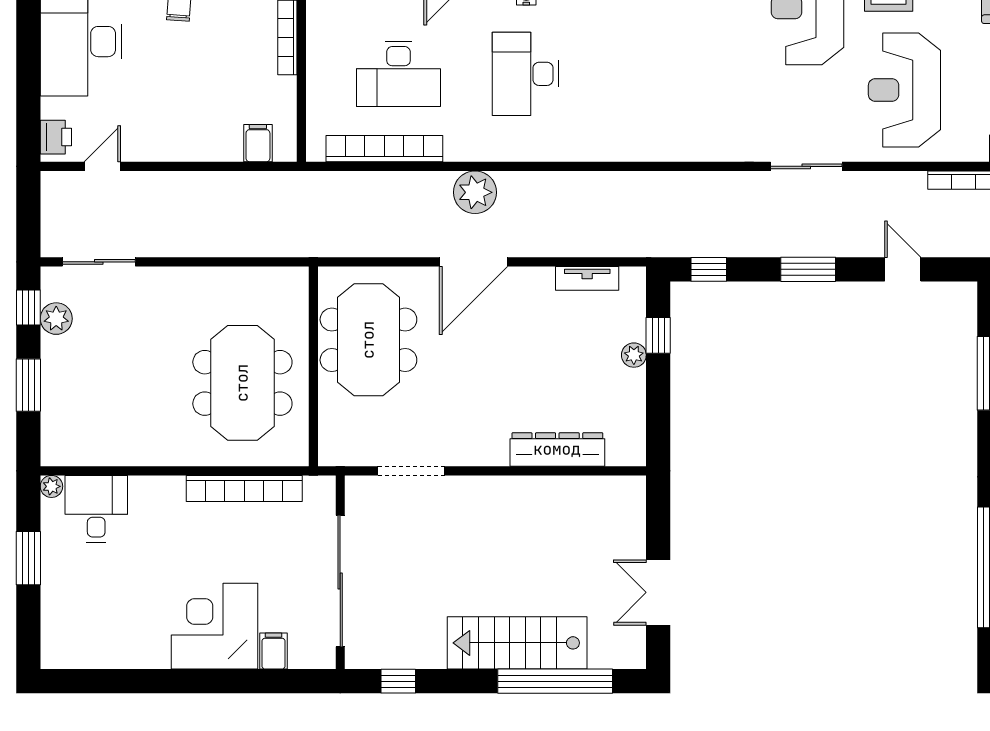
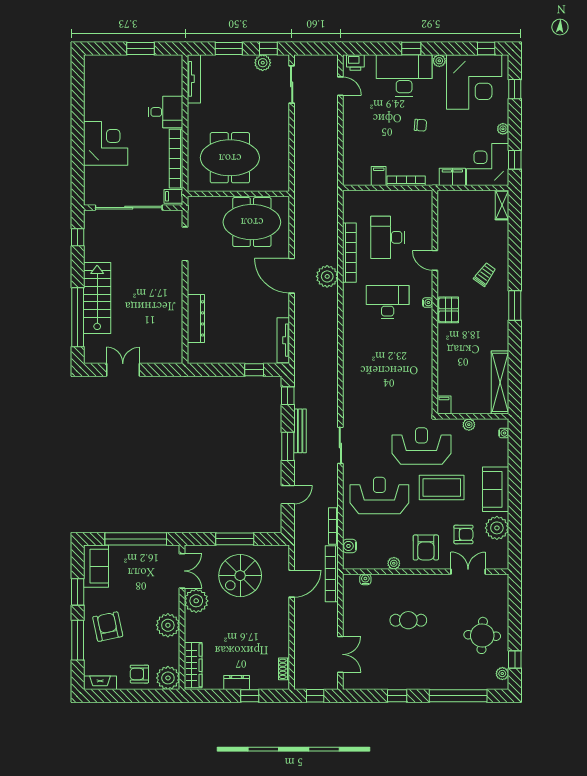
window: (28, 27) -> (411, 48), added
filing cabinet: (258, 143) -> (379, 176), moved, turned -90
bookcase: (384, 149) -> (349, 253), moved
bench: (778, 245) -> (300, 431), added
tv unit: (587, 278) -> (283, 340), width x1.41
plant: (634, 355) -> (244, 357), removed
tv unit: (88, 453) -> (194, 79), added
plant: (51, 486) -> (177, 60), removed
desk: (96, 509) -> (166, 112), moved
filing cabinet: (274, 651) -> (173, 196), moved, turned 180

